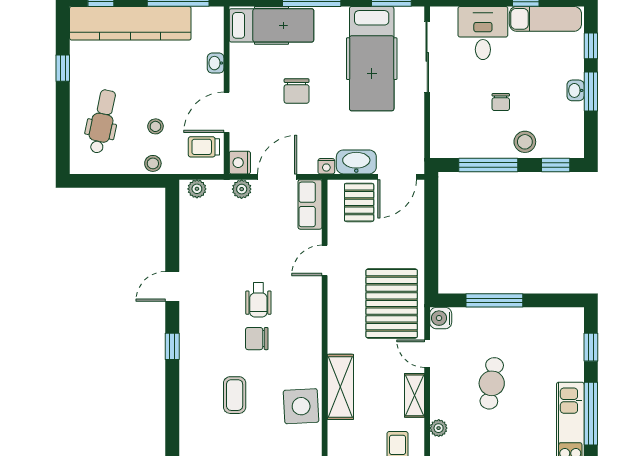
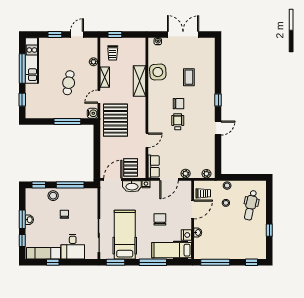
kitchen counter: (130, 23) -> (238, 251), removed
nightstand: (240, 163) -> (186, 235), moved
door: (427, 354) -> (99, 97), swing flipped

